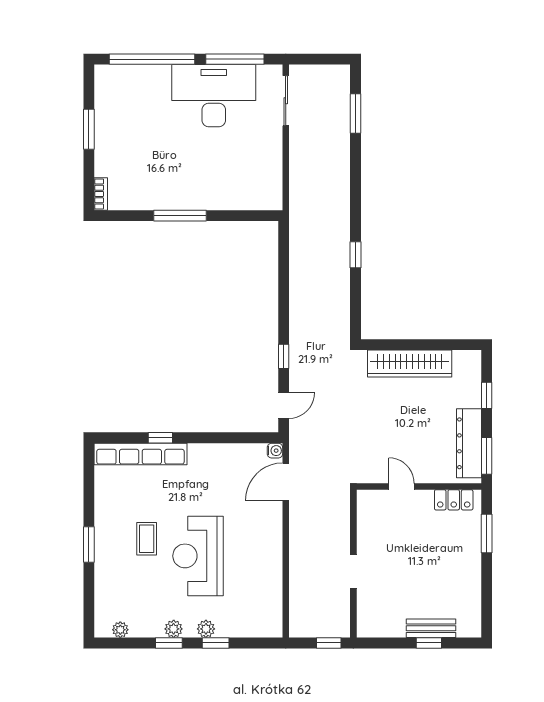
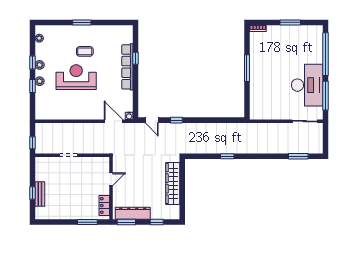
row of seats: (140, 454) -> (127, 67), moved

